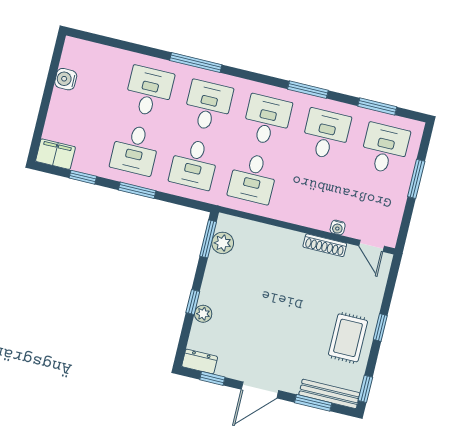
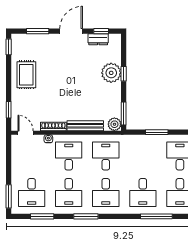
desk: (194, 164) -> (69, 156), moved
window: (416, 179) -> (9, 196), moved
window: (137, 190) -> (157, 132), moved
plant: (223, 243) -> (114, 124), moved
plant: (203, 314) -> (111, 73), width x1.87, depth x1.87
window: (380, 328) -> (9, 110), moved
dresser: (200, 362) -> (98, 39), moved
bench: (329, 394) -> (85, 126), moved

